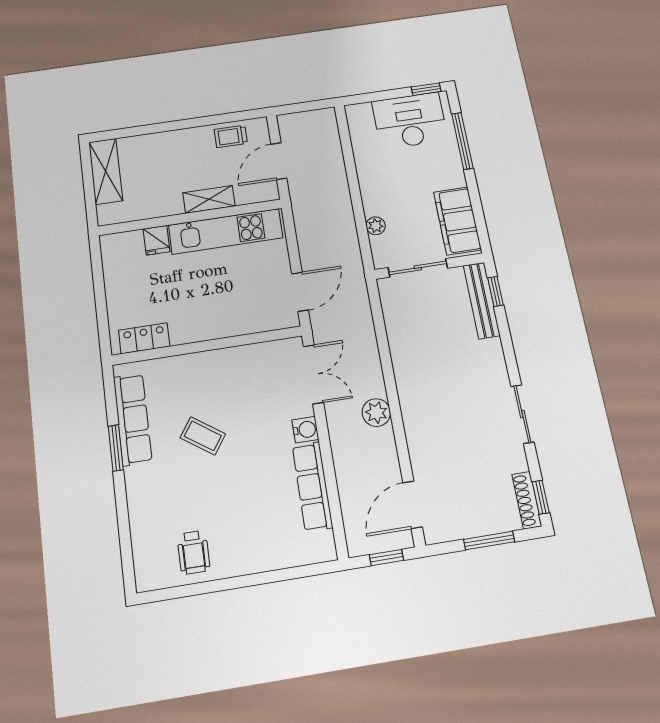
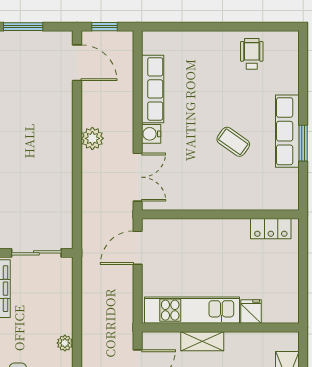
plant: (376, 226) -> (65, 343), moved
double door: (313, 374) -> (138, 177), swing flipped
row of seats: (133, 419) -> (287, 131), moved
door: (412, 505) -> (77, 63), hinge flipped

